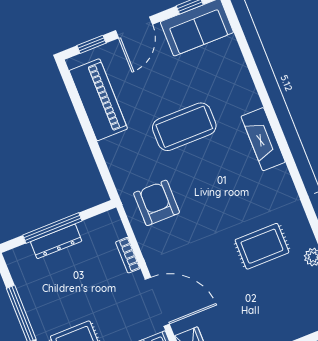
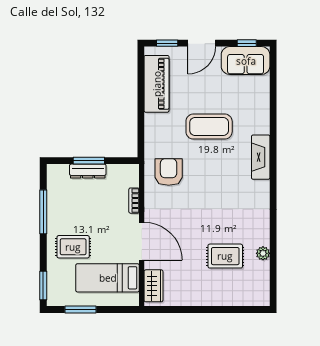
window: (52, 228) -> (89, 161), width x0.69
rug: (262, 246) -> (225, 256), moved

